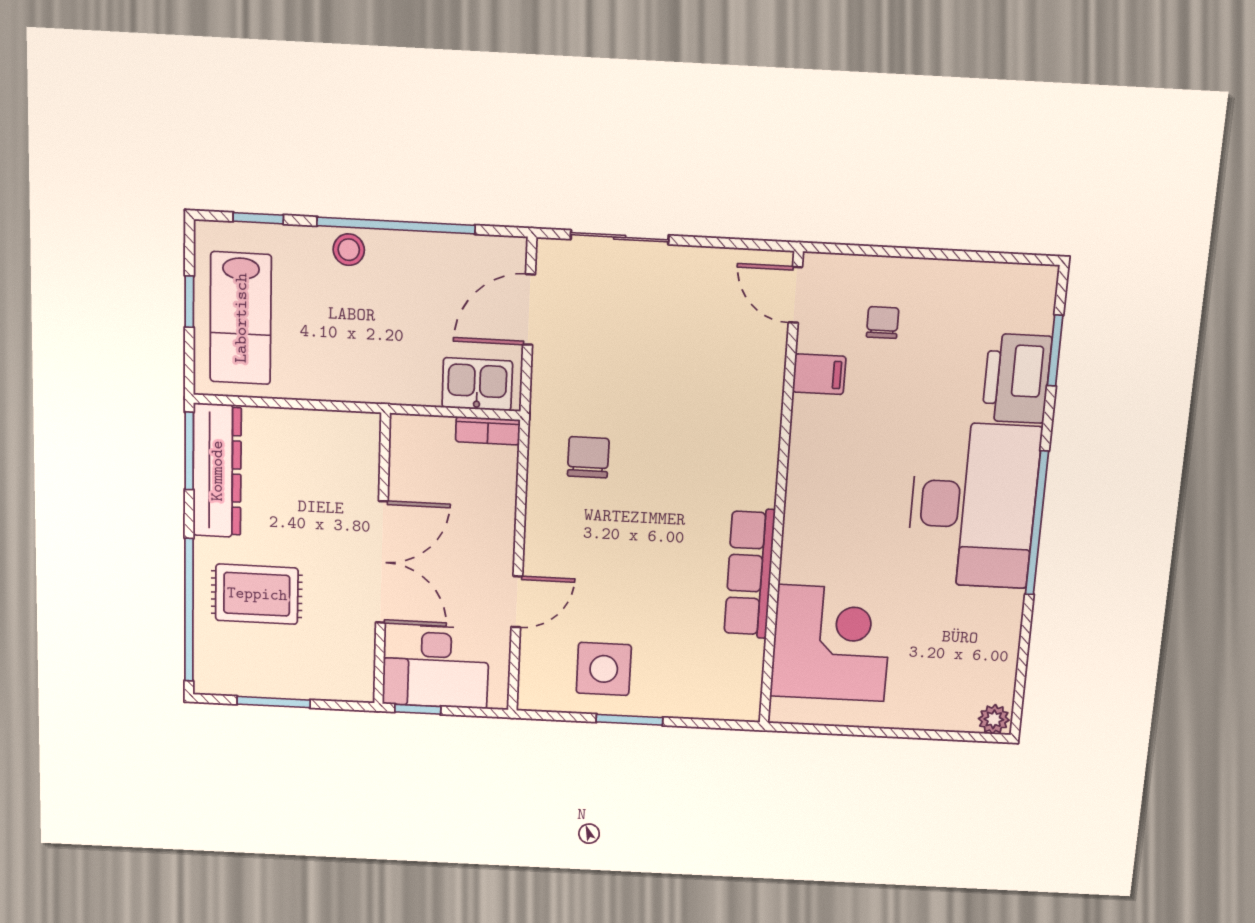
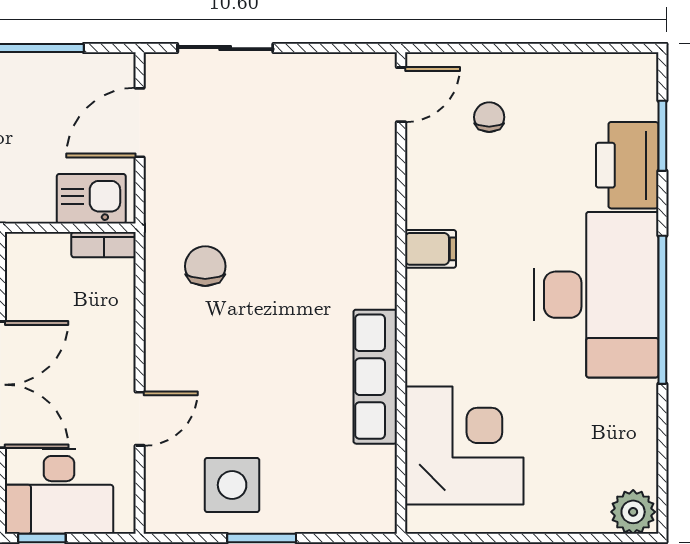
door: (795, 295) -> (401, 95), swing flipped
filing cabinet: (819, 374) -> (430, 249), moved
plant: (994, 719) -> (633, 512), width x1.38, depth x1.38

